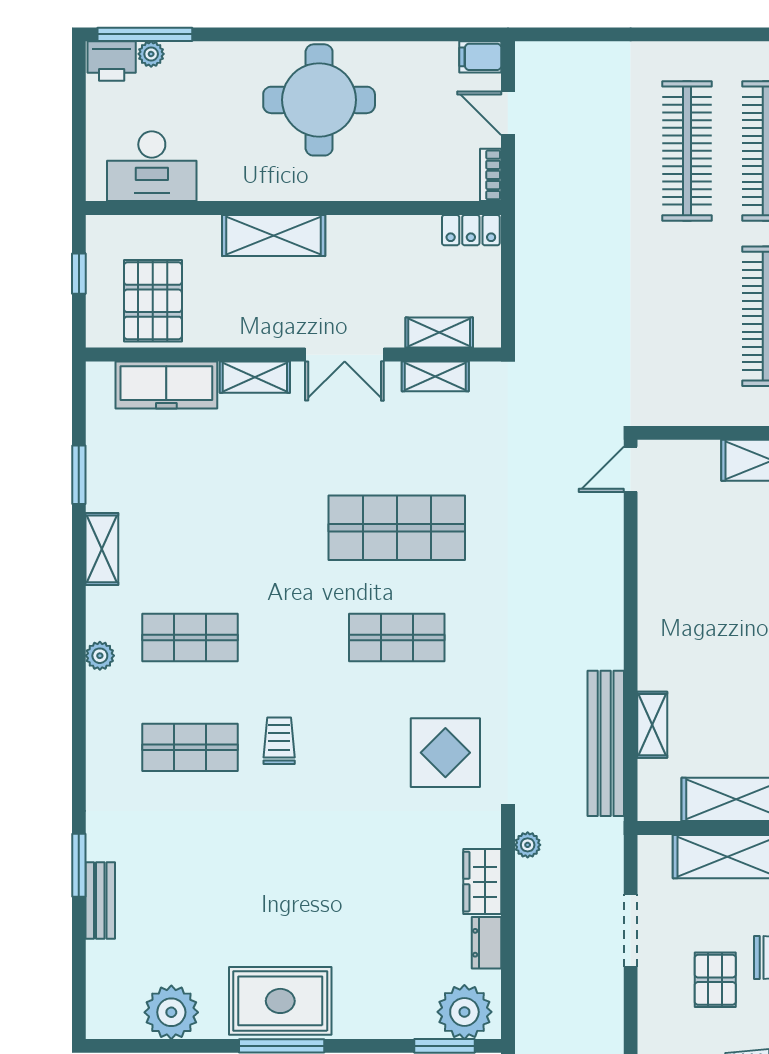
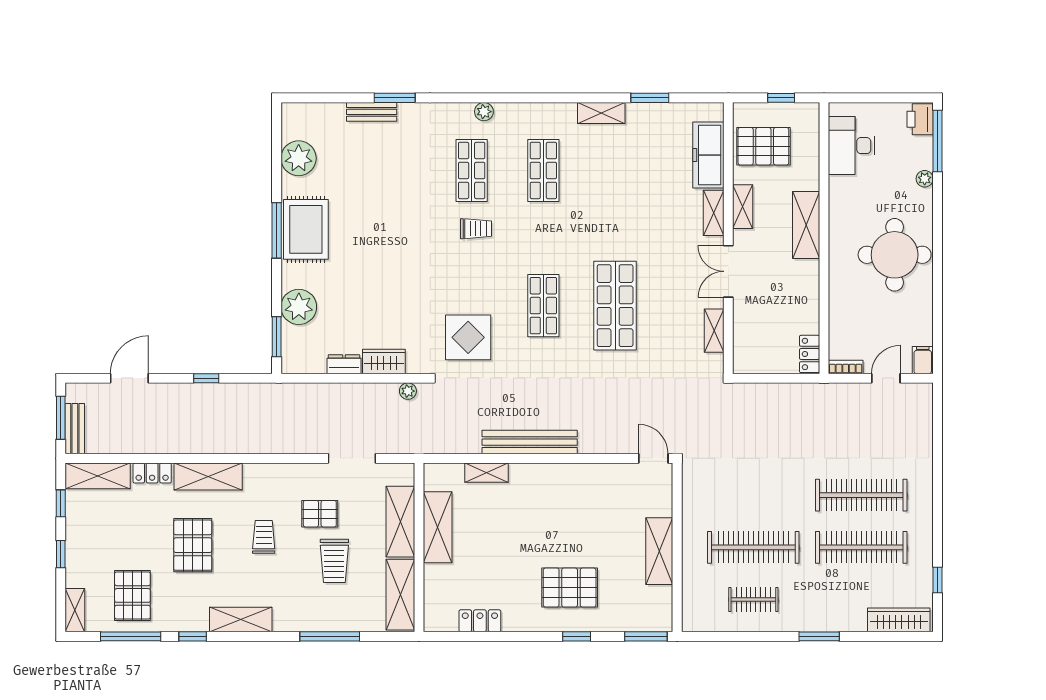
plant: (151, 54) -> (925, 179), moved
shelving: (439, 333) -> (743, 207), moved
plant: (100, 656) -> (484, 112), moved
bench: (606, 743) -> (530, 442), moved
plant: (464, 1012) -> (299, 307), moved

